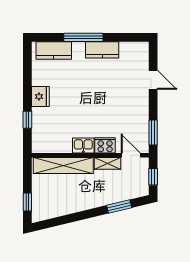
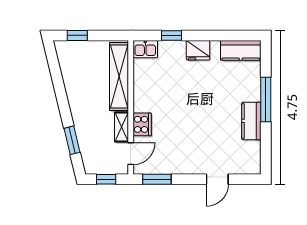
kitchen counter: (54, 50) -> (241, 50), moved, turned -90
kitchen sink: (83, 146) -> (145, 49), moved, turned 90

